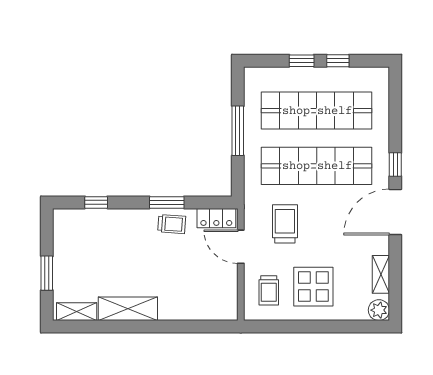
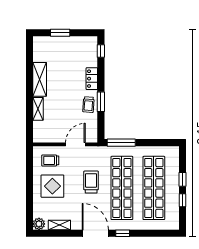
window: (238, 131) -> (121, 143), moved
window: (96, 202) -> (101, 51), moved
locker: (216, 218) -> (92, 79), moved
trolley: (285, 224) -> (91, 182), moved, turned -90
shelving: (77, 312) -> (38, 109), moved

